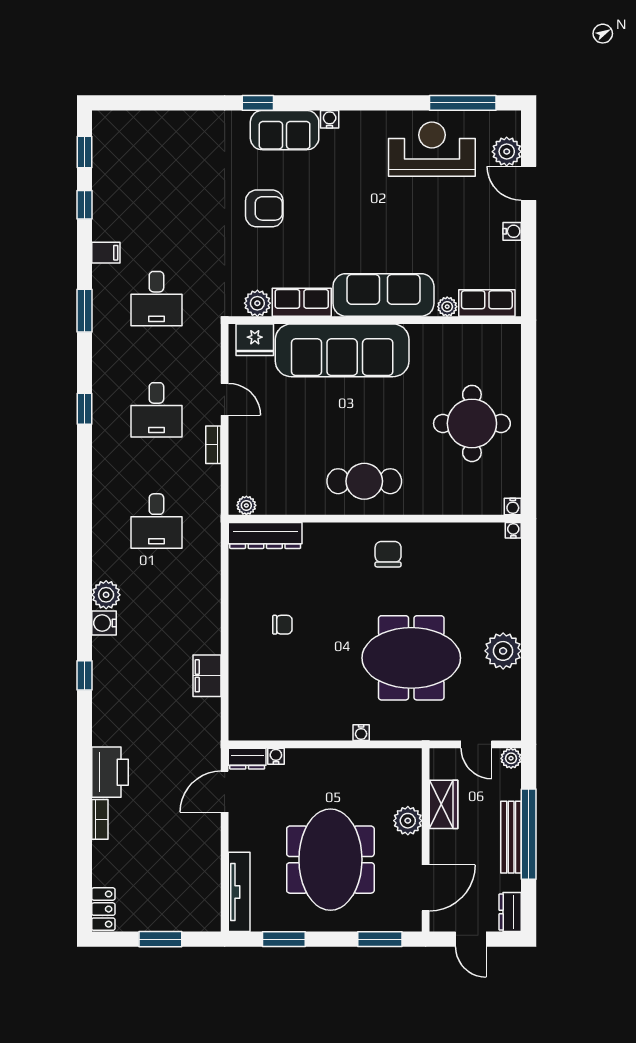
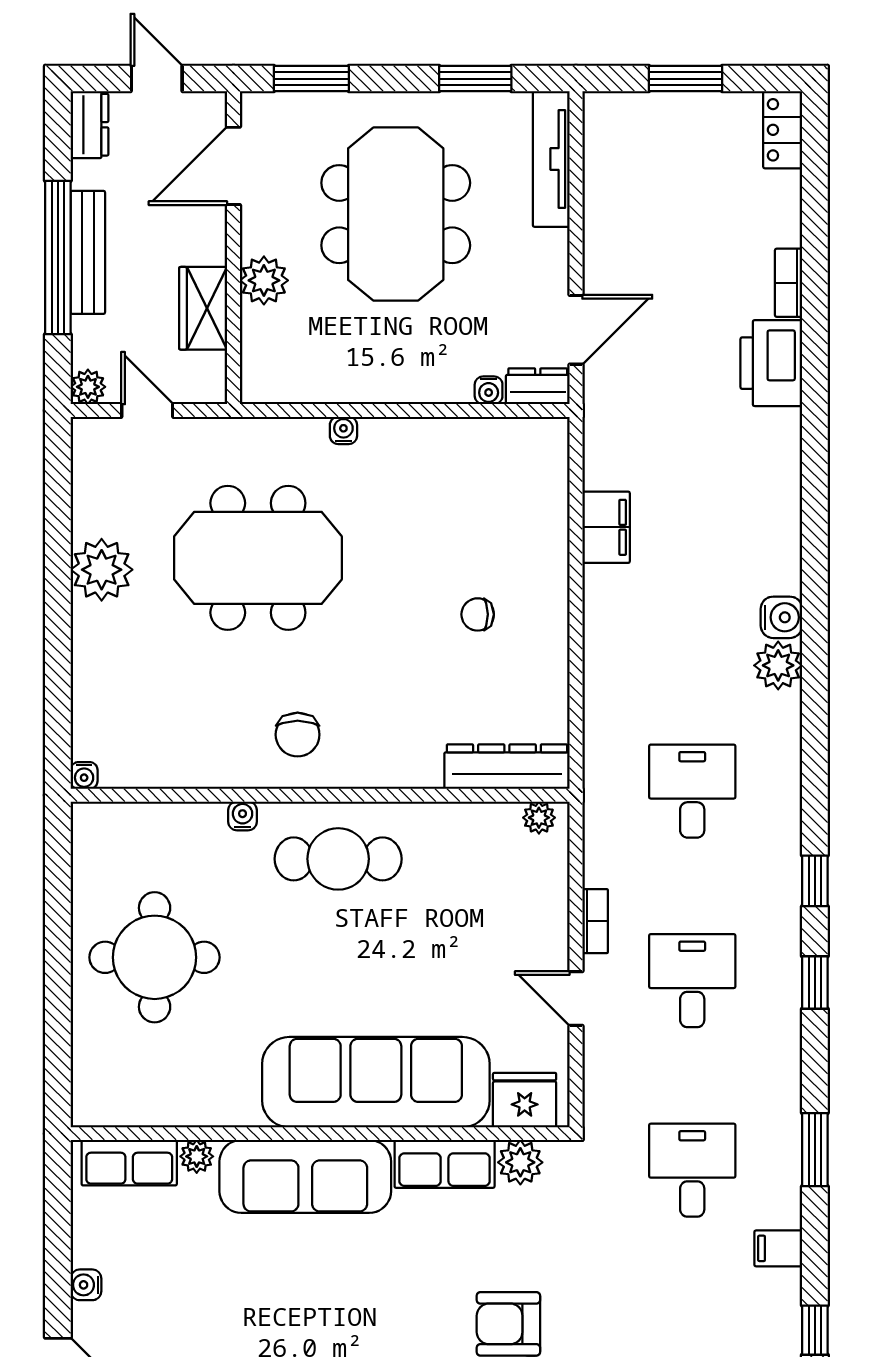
water cooler: (513, 506) -> (243, 816), moved
window: (84, 675) -> (815, 881), moved

